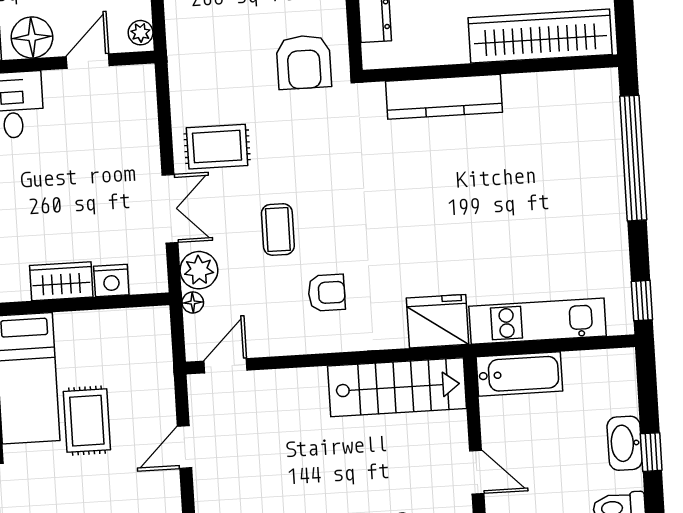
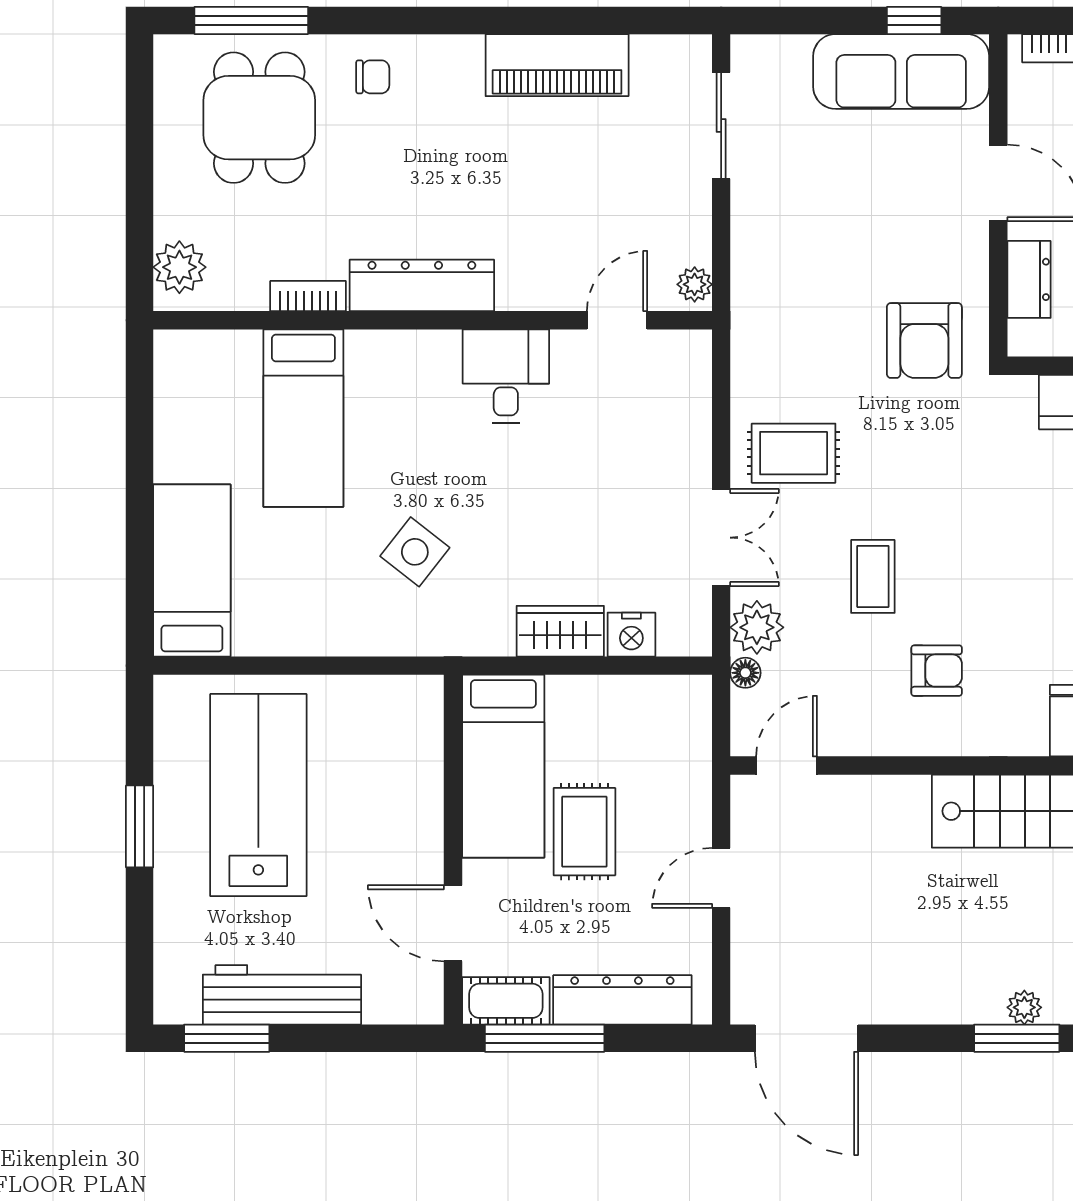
floor lamp: (32, 37) -> (540, 282), removed

